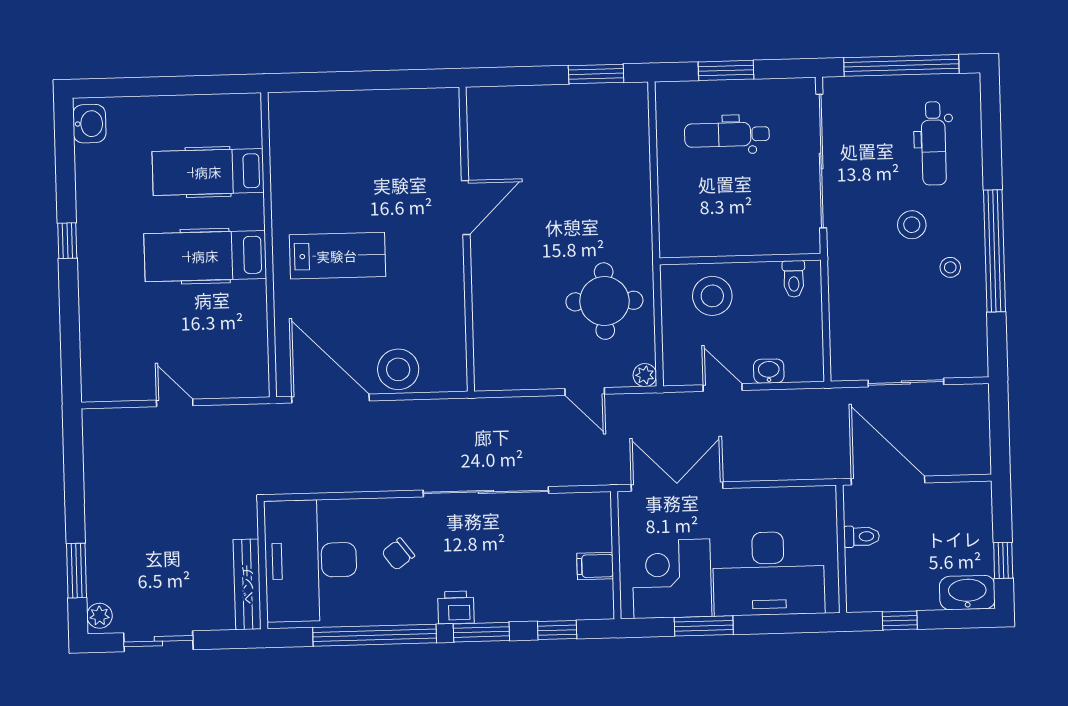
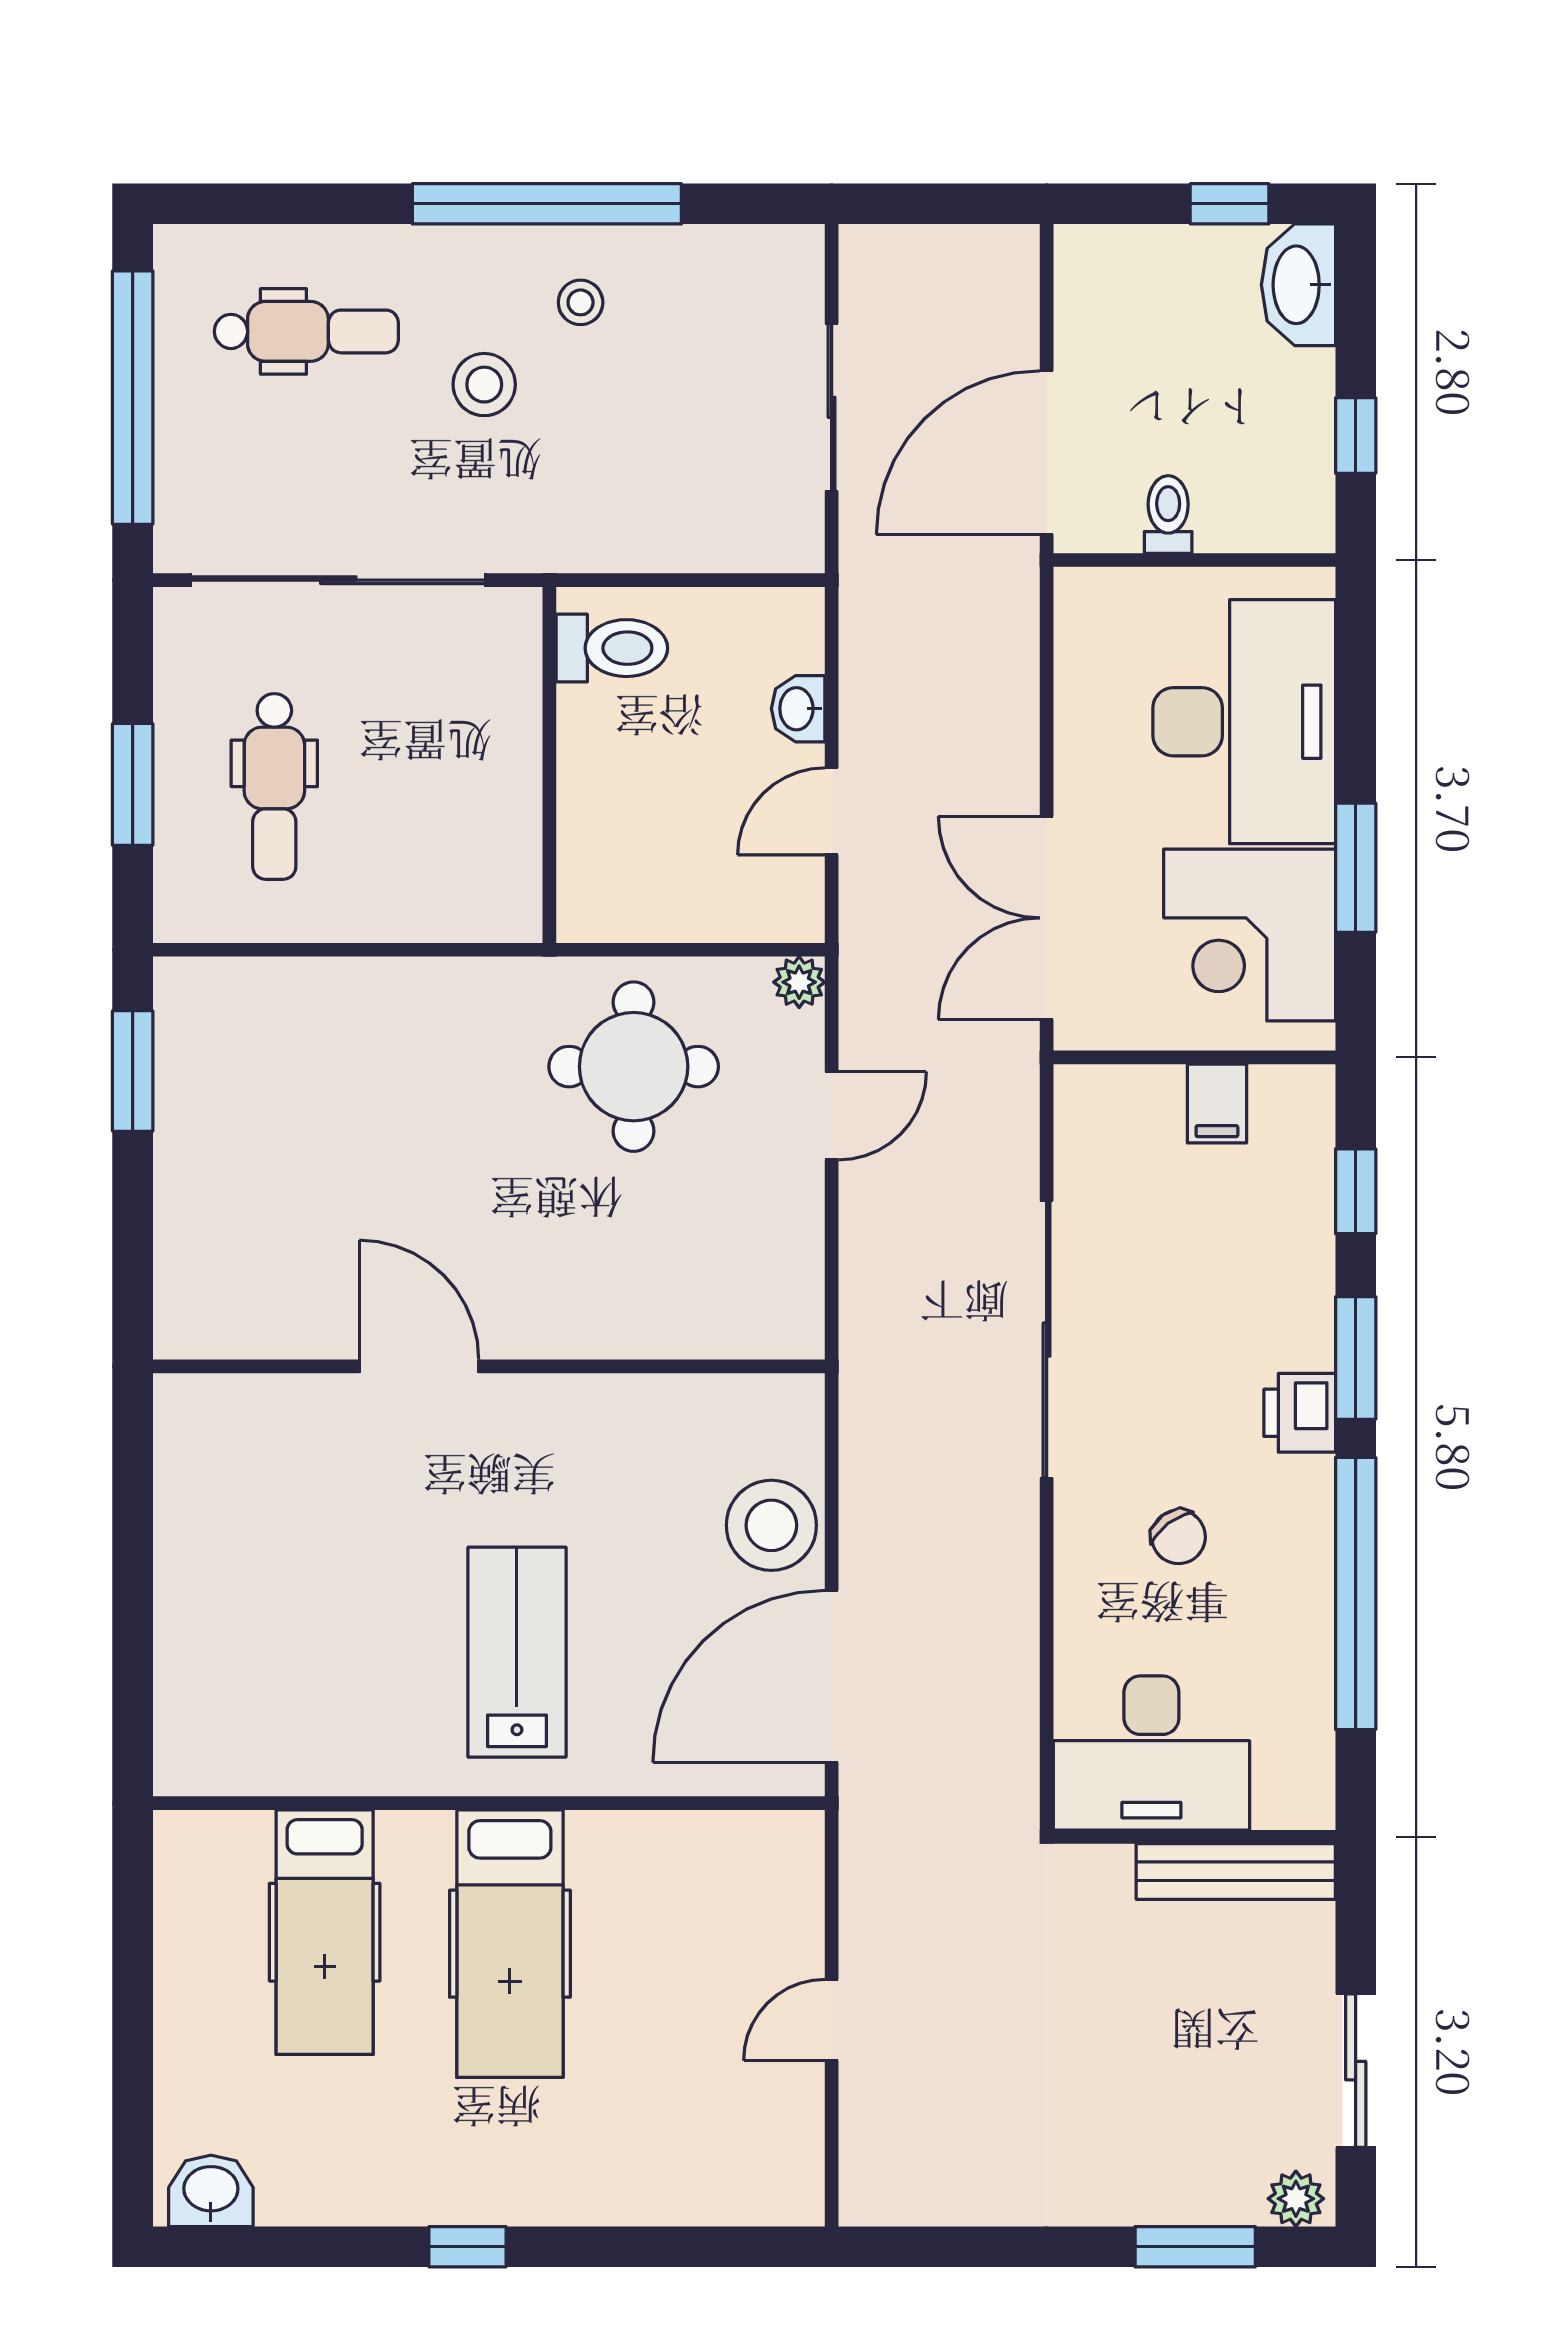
toilet: (794, 279) -> (612, 648), width x1.37, depth x1.39
stool: (712, 296) -> (629, 829), removed
desk: (311, 560) -> (1151, 1753), width x0.73, depth x0.77

